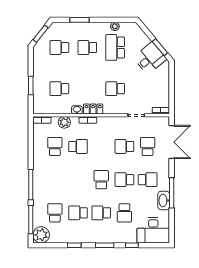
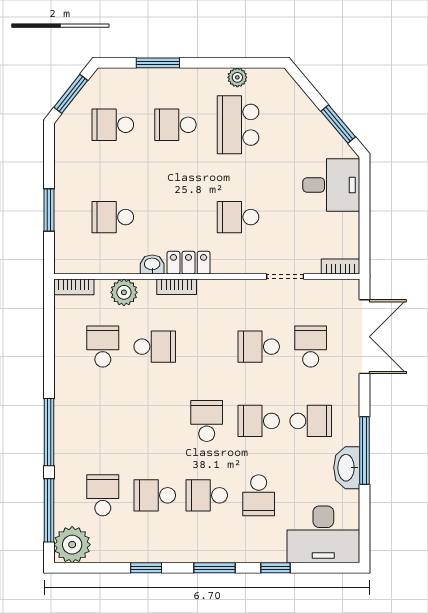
desk: (150, 58) -> (331, 185), moved, turned 40

